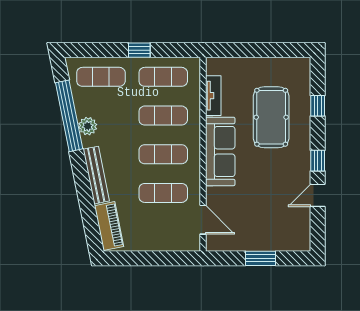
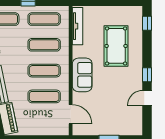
tv unit: (213, 96) -> (77, 26), width x1.41
window: (318, 106) -> (147, 23), moved
sofa: (220, 151) -> (82, 75), width x0.73

